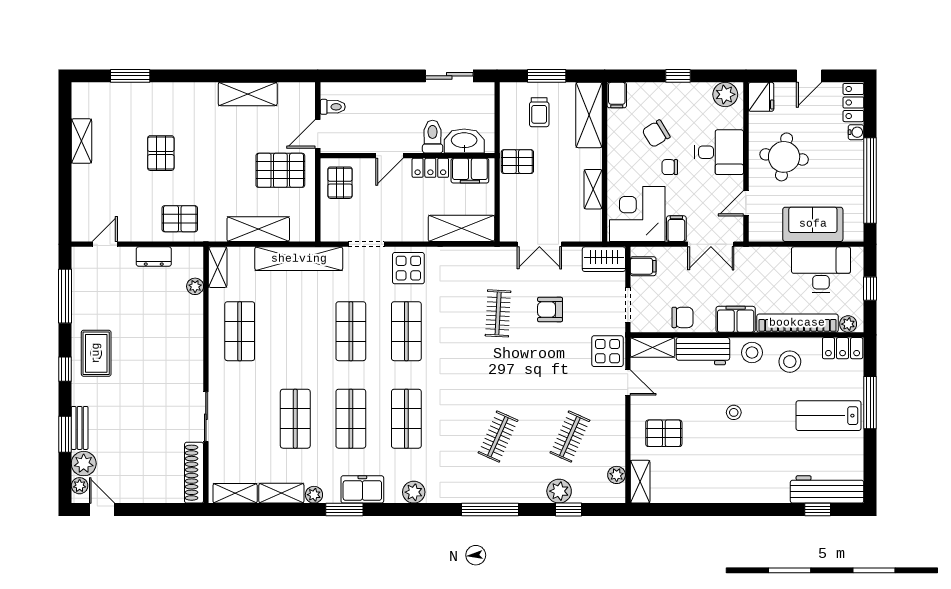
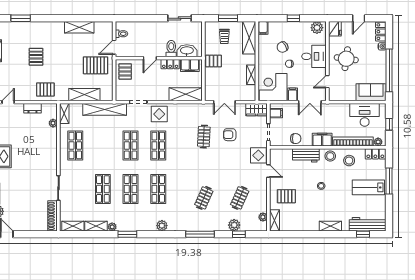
sofa: (813, 224) -> (371, 92), moved
shelving: (653, 347) -> (330, 226), moved
freezer: (362, 489) -> (136, 224), removed

